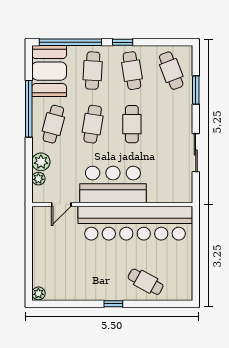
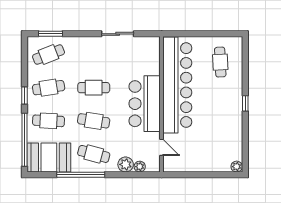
window: (196, 90) -> (51, 34), moved
cafe table: (146, 282) -> (220, 62), moved, turned -32

